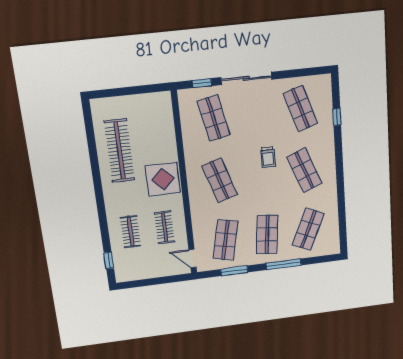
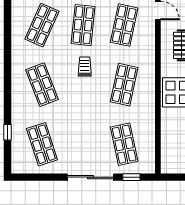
trolley: (268, 157) -> (85, 66), moved
shop shelf: (220, 180) -> (124, 85), turned 30

